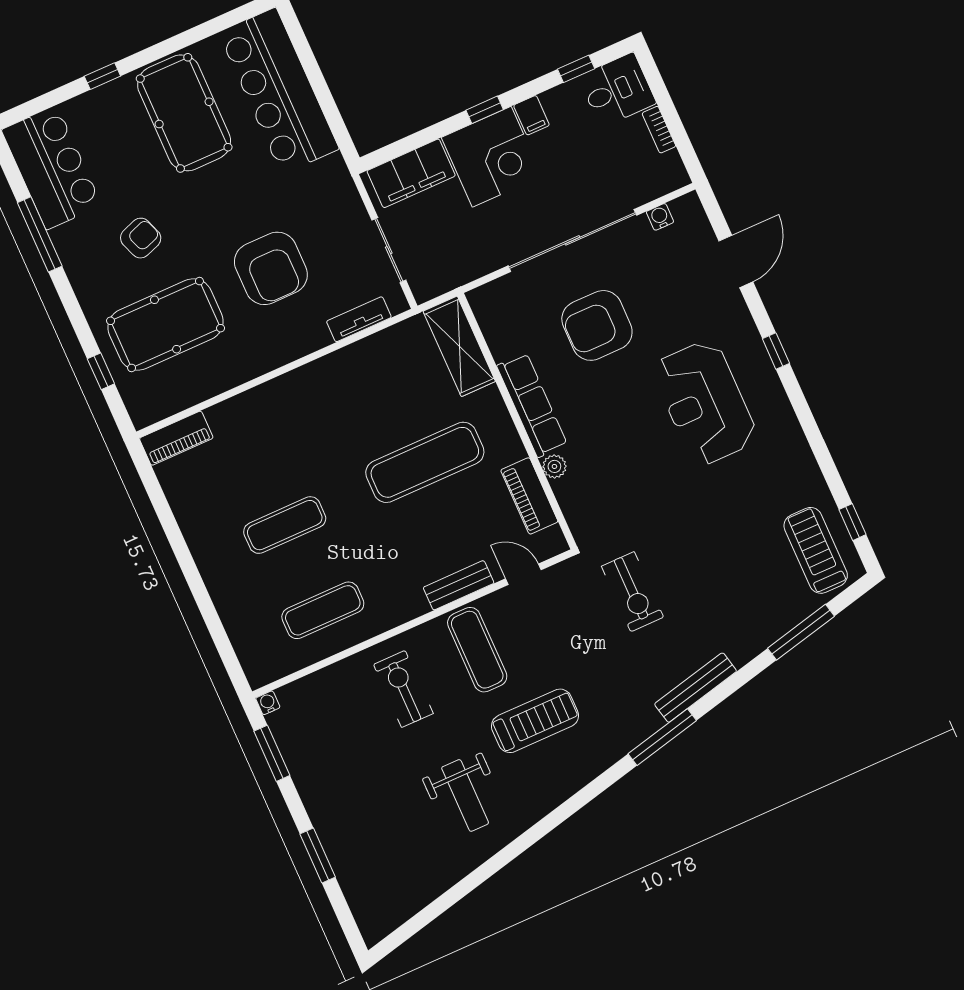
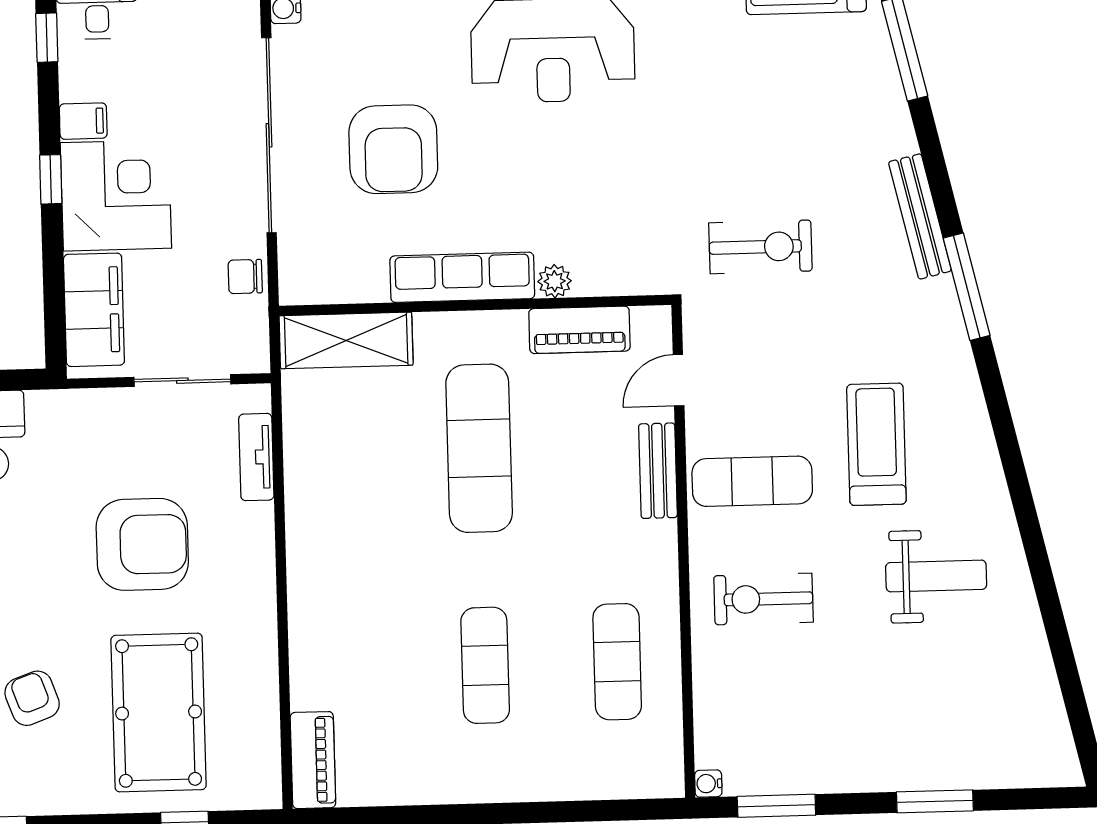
chair: (474, 263) -> (245, 277), added

